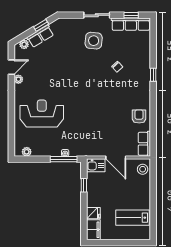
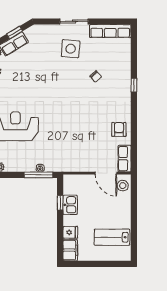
window: (131, 15) -> (111, 22), removed
door: (116, 157) -> (106, 173), moved
kitchen sink: (96, 165) -> (70, 205), moved, turned -90

